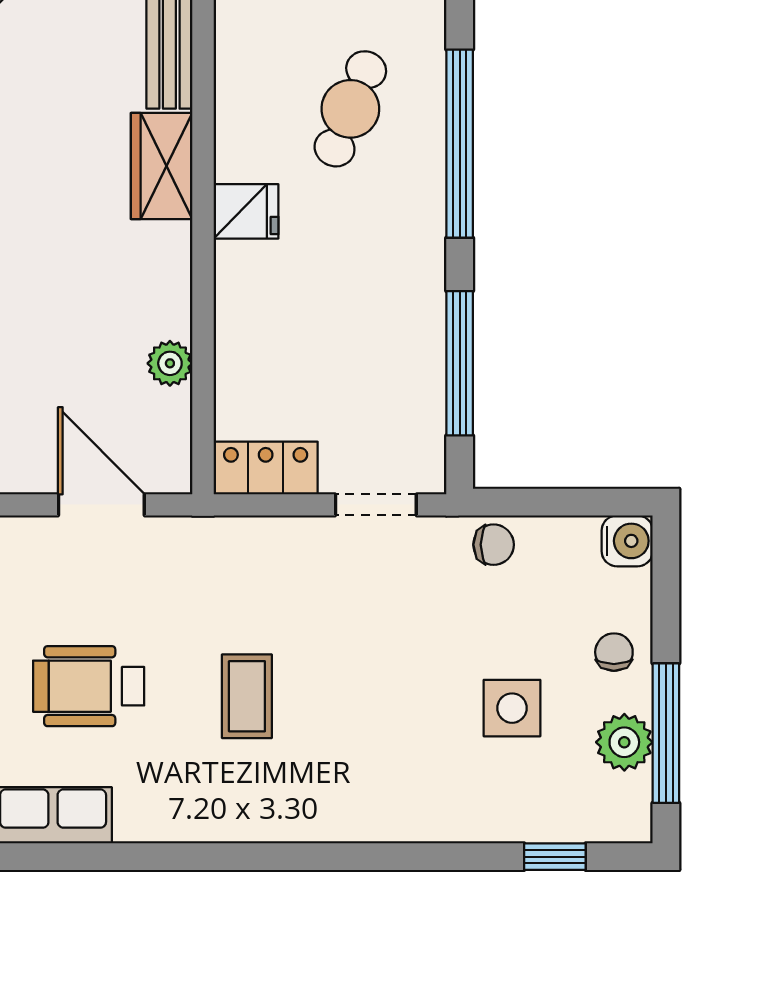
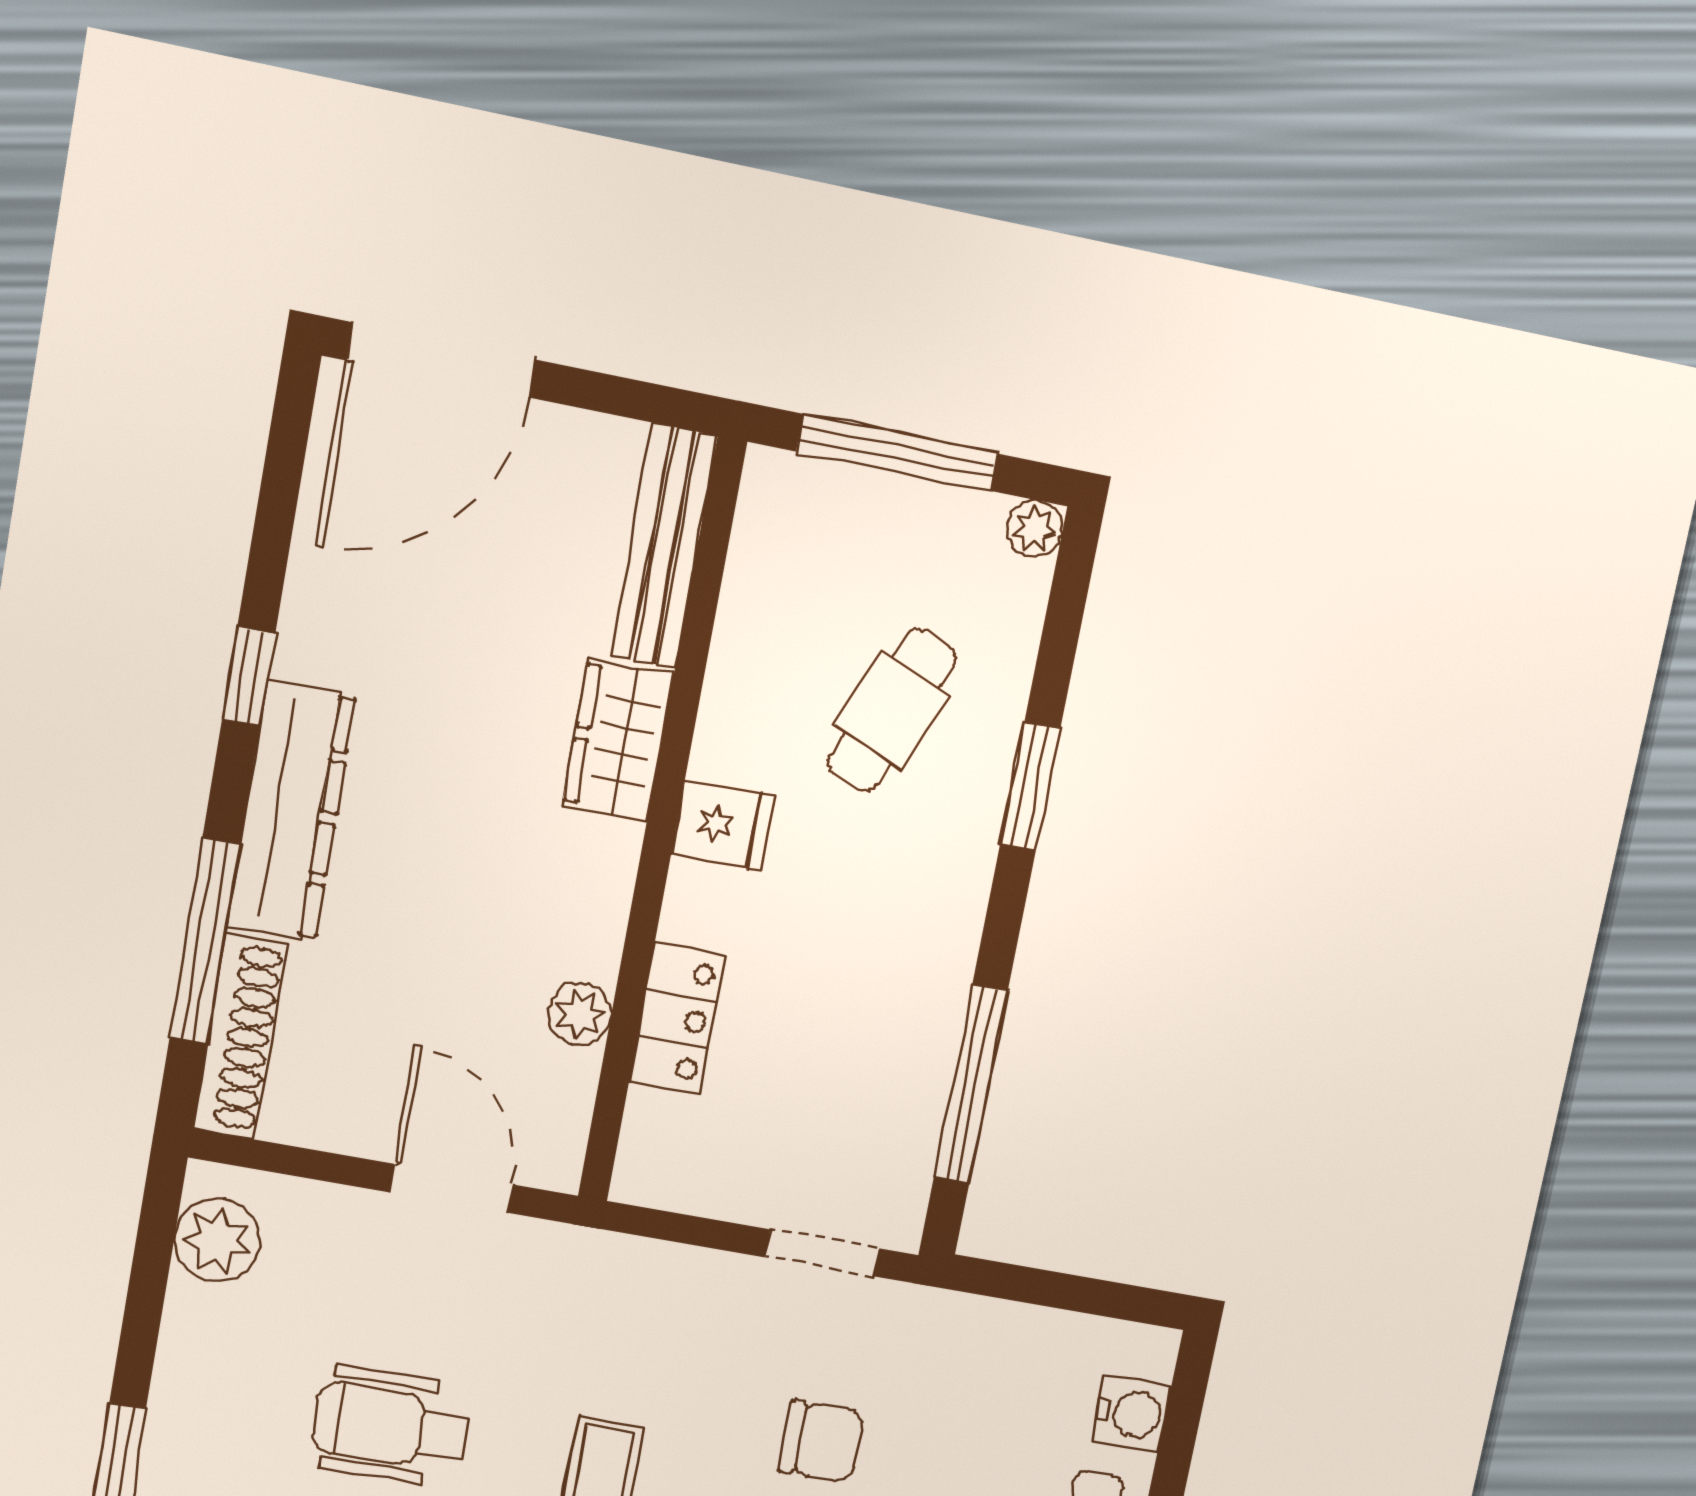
window: (460, 144) -> (1030, 787), width x0.47
locker: (266, 468) -> (677, 1019), moved, turned 90
water cooler: (627, 541) -> (1131, 1413), moved
chair: (494, 545) -> (821, 1441), moved, width x1.37, depth x1.37

